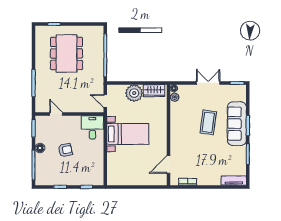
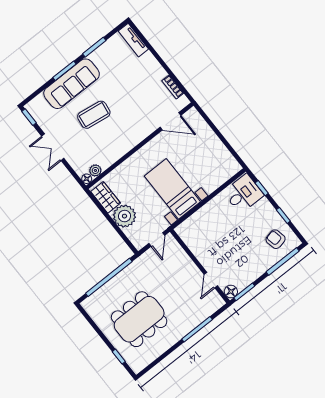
desk: (92, 127) -> (243, 194), moved, turned 180
floor lamp: (40, 148) -> (231, 292), moved
armchair: (65, 150) -> (276, 239), moved

